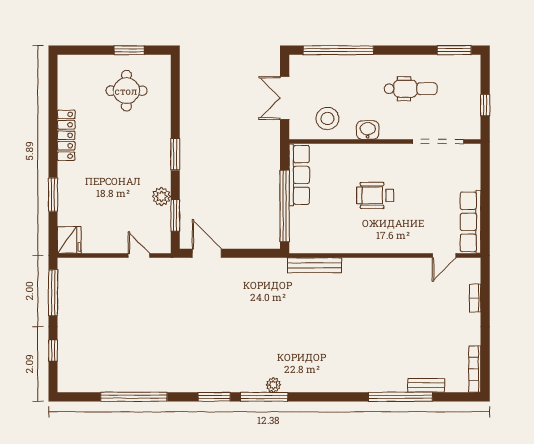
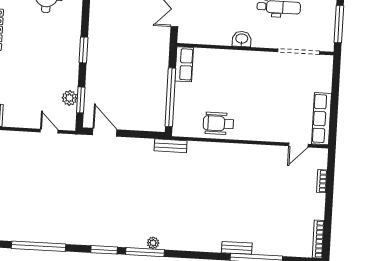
window: (485, 105) -> (339, 24), width x2.17
stool: (327, 119) -> (209, 28), removed
row of seats: (299, 175) -> (184, 64), width x0.68
wheelchair: (375, 195) -> (218, 123), moved
plant: (161, 196) -> (69, 98), moved
bench: (314, 265) -> (171, 146), moved, width x0.73
bench: (426, 385) -> (237, 248), moved

